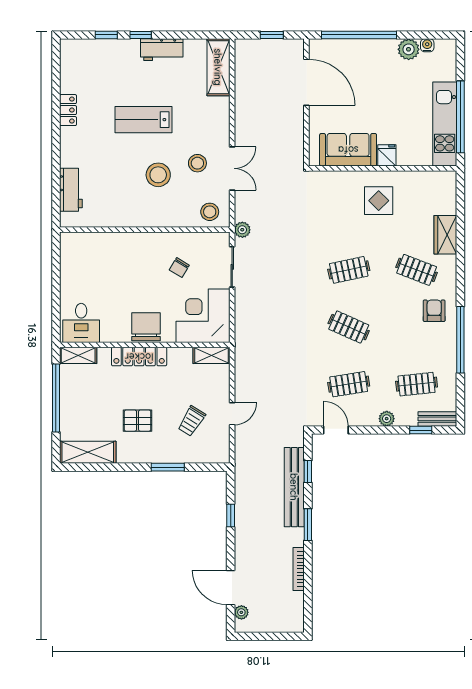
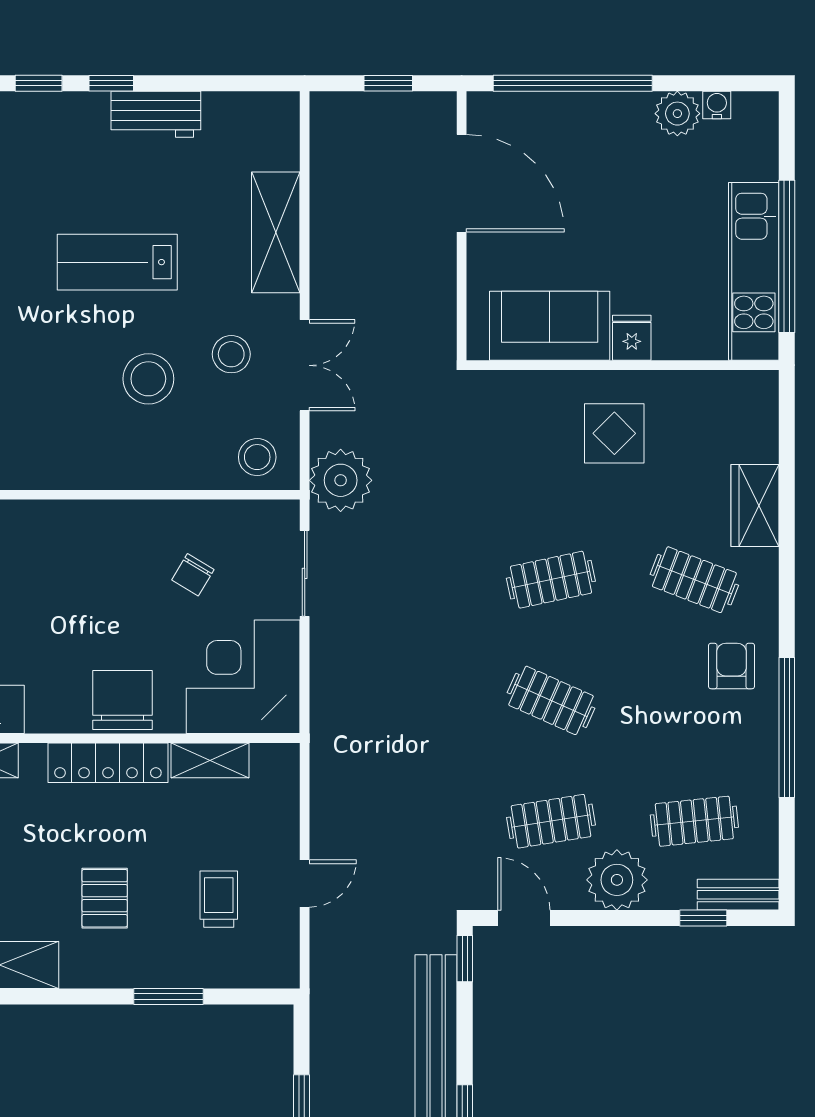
shelving: (218, 67) -> (276, 232), moved
plant: (242, 230) -> (341, 480), width x1.87, depth x1.87
shelving: (211, 355) -> (210, 760), moved
plant: (387, 419) -> (617, 880), width x1.87, depth x1.87
pallet: (138, 421) -> (105, 898), turned 90
trolley: (192, 421) -> (219, 899), turned 148
window: (308, 472) -> (465, 959), moved

